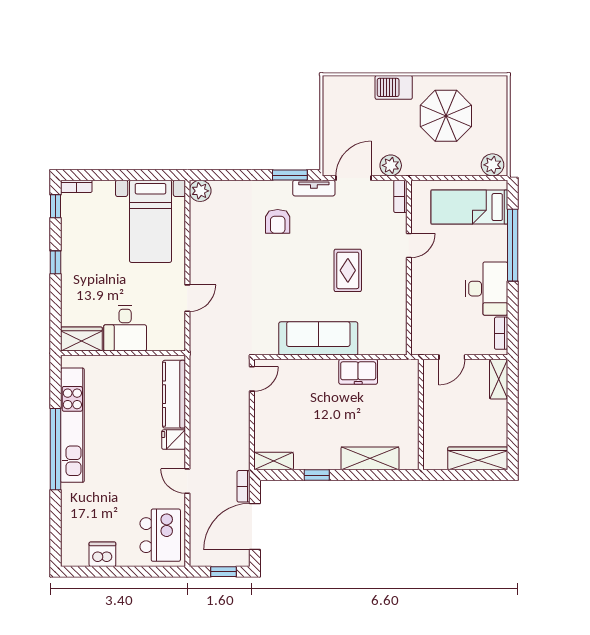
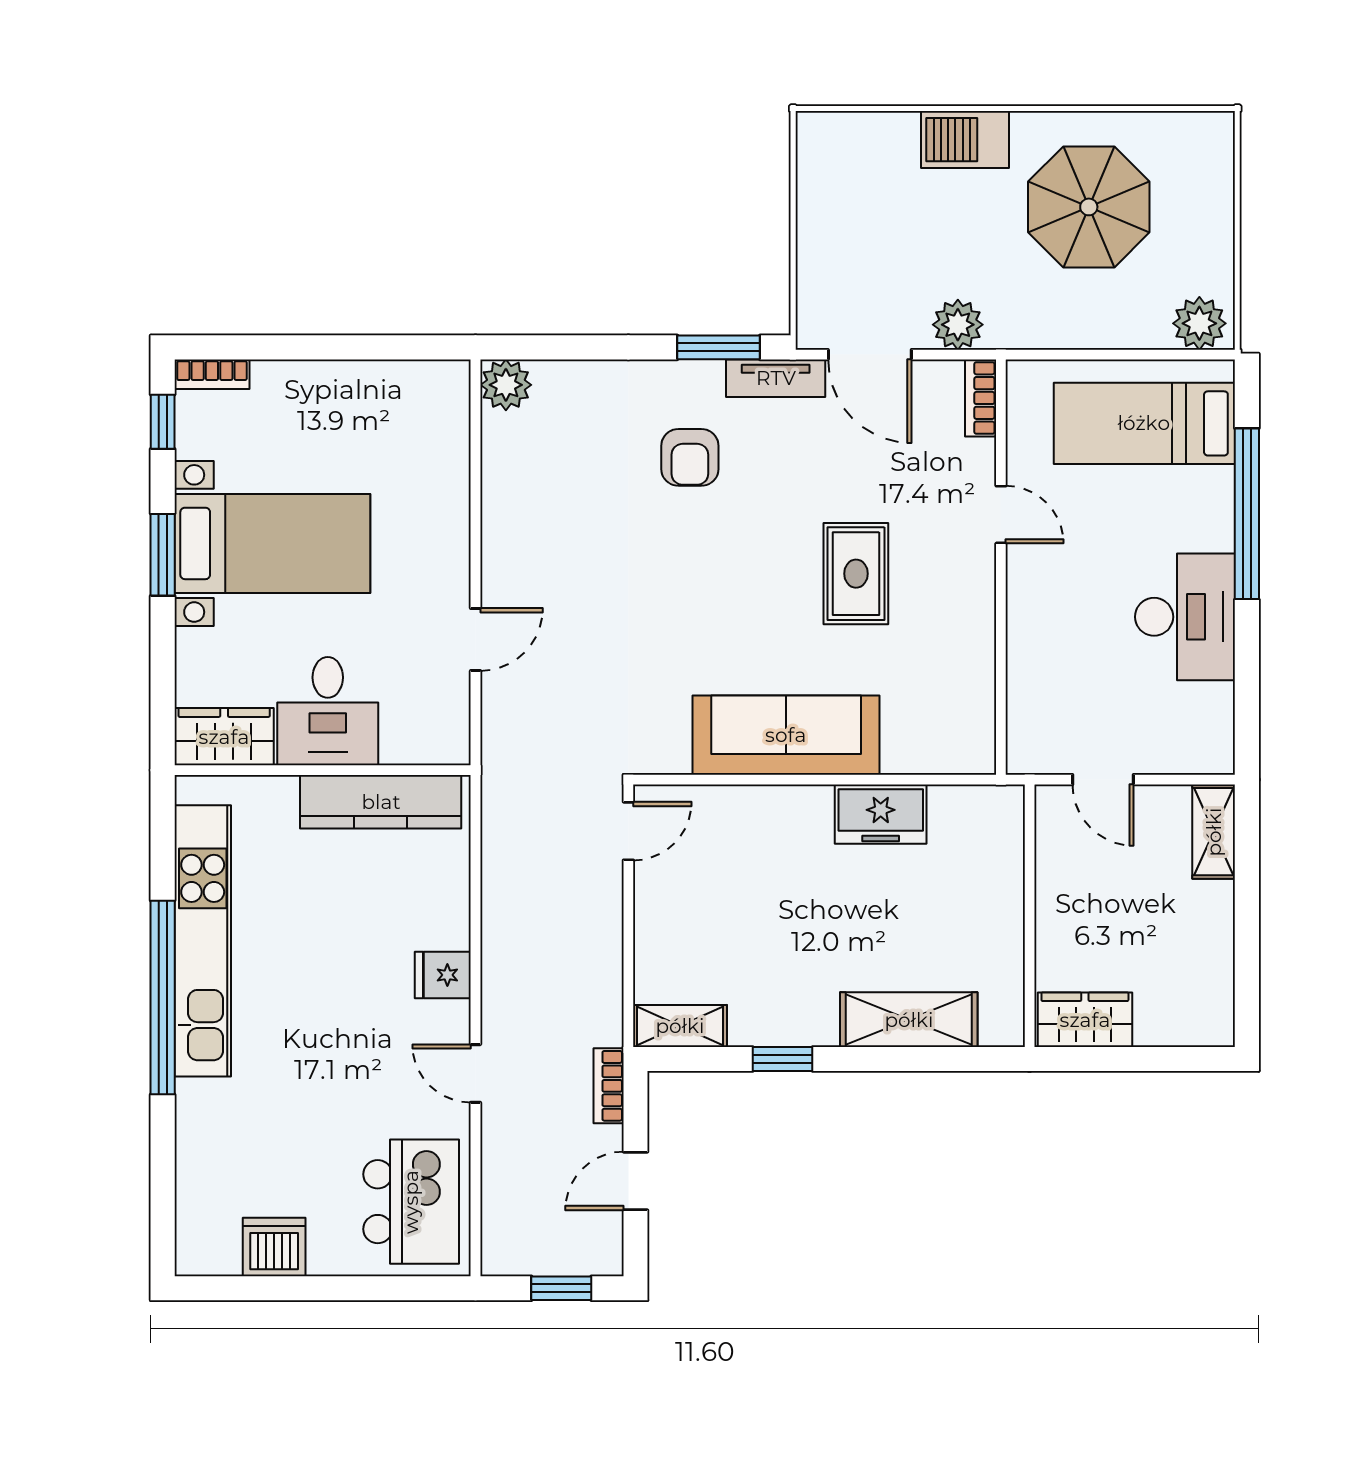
door: (354, 178) -> (870, 355), swing flipped
bed with nightstands: (150, 221) -> (272, 543), moved, turned -90
door: (409, 246) -> (1001, 515), hinge flipped
window: (55, 262) -> (163, 555), width x1.50
bookcase: (501, 333) -> (1220, 723), removed
door: (452, 357) -> (1103, 780), hinge flipped
kitchen counter: (174, 394) -> (381, 802), moved, turned -90
wardrobe: (478, 458) -> (1085, 1020), moved, width x0.67
door: (255, 526) -> (636, 1181), width x0.53

